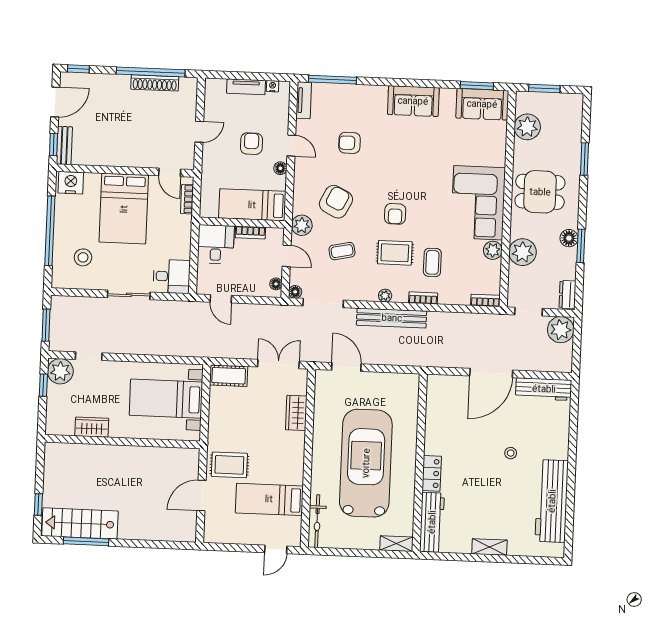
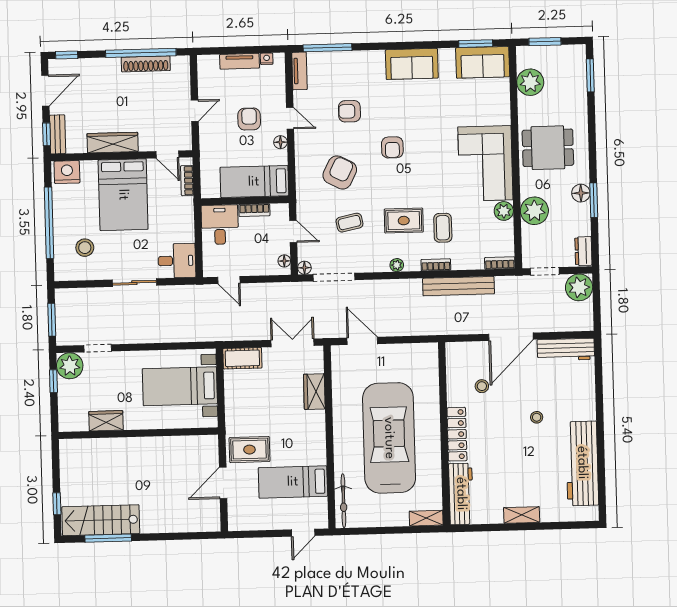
wardrobe: (117, 157) -> (113, 143), added
window: (585, 159) -> (590, 75), moved
armchair: (395, 214) -> (392, 147), moved
plant: (302, 225) -> (306, 199), removed
bench: (392, 318) -> (458, 286), moved
stool: (460, 419) -> (482, 386), added
locker: (432, 473) -> (457, 434), width x1.53

